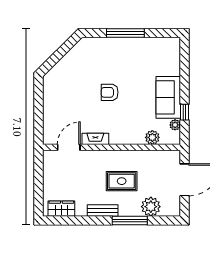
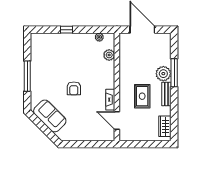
sofa: (168, 97) -> (50, 116), moved, turned -135
window: (185, 112) -> (67, 30), moved
rug: (122, 181) -> (142, 96), moved
plant: (151, 207) -> (163, 74), moved

